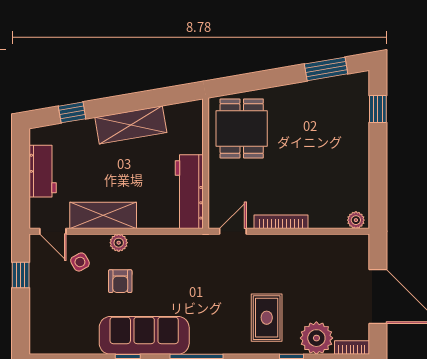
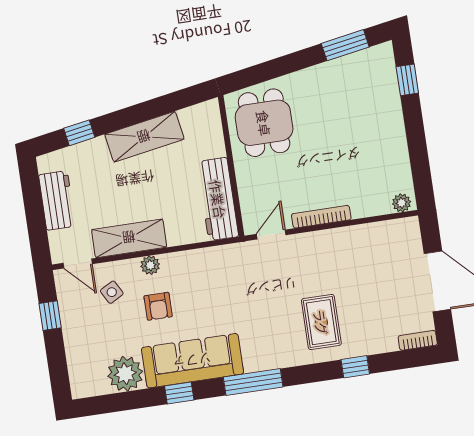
plant: (316, 338) -> (125, 374), moved

